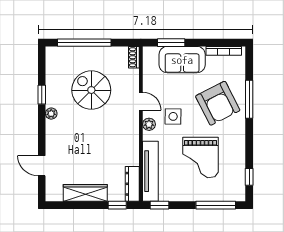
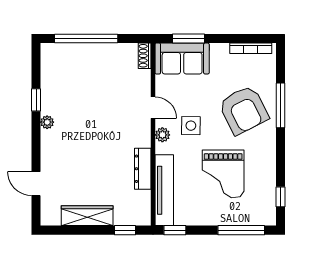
sofa: (182, 60) -> (182, 59), moved
spiral stairs: (91, 90) -> (94, 94), removed
dresser: (132, 184) -> (143, 169), moved

